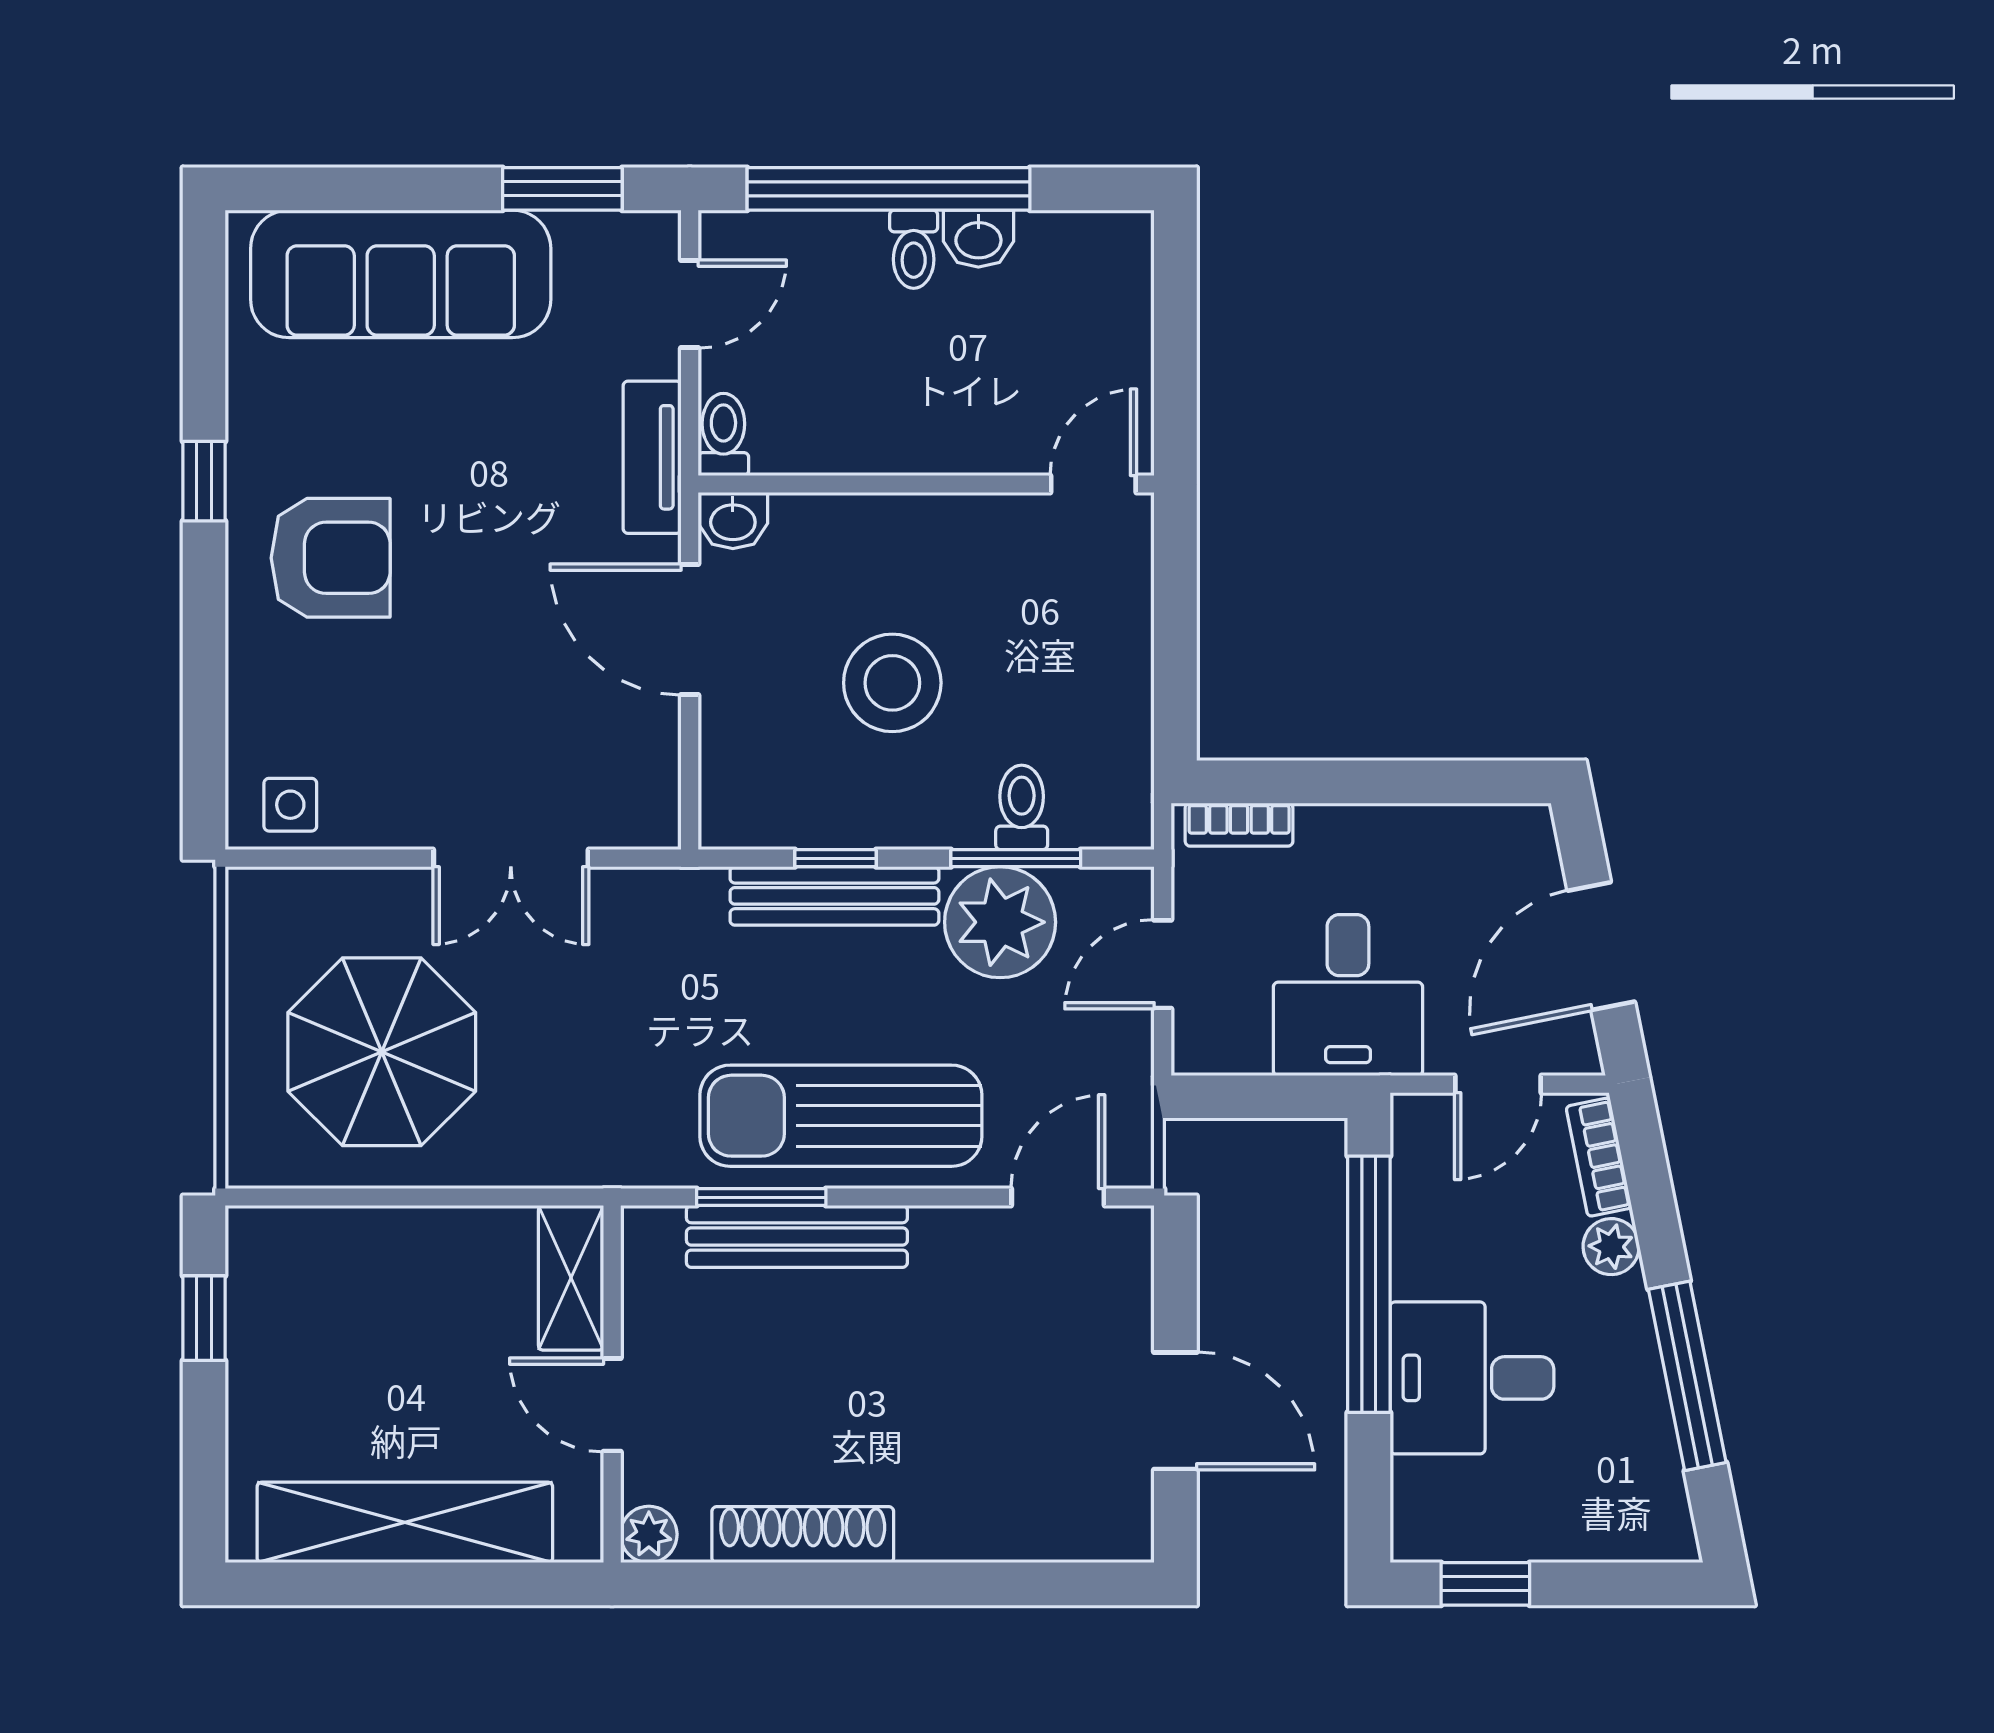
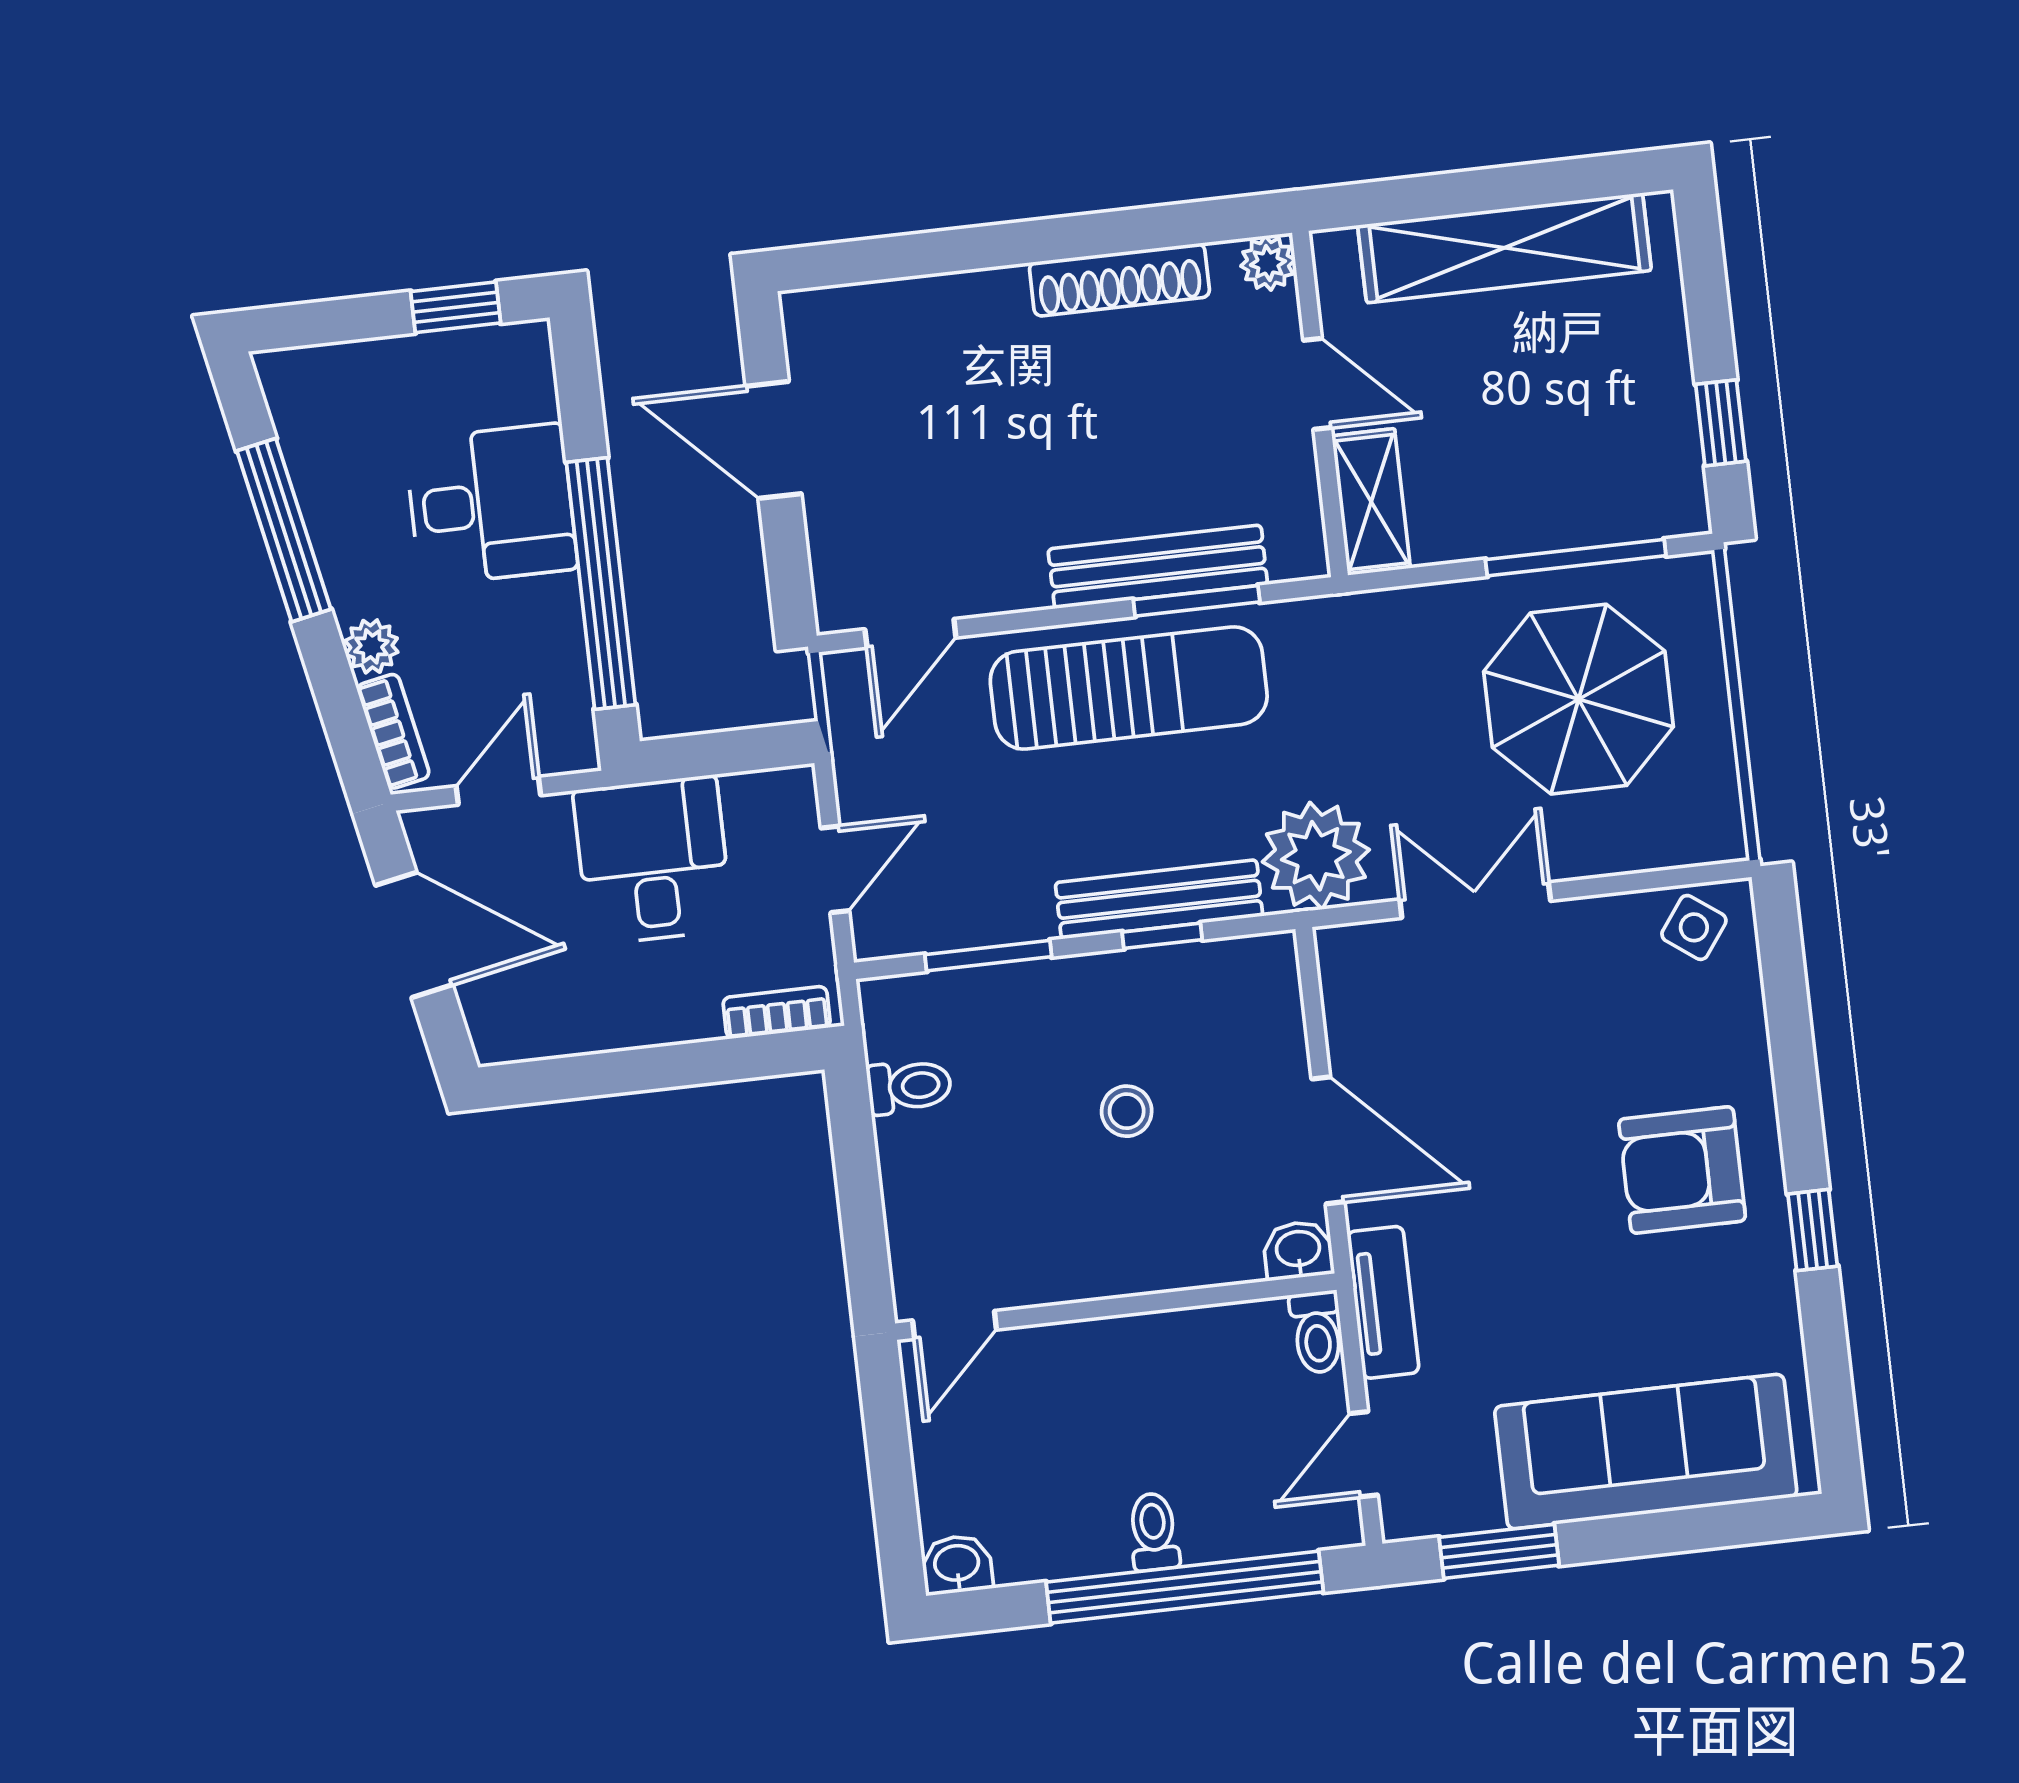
washbasin: (978, 239) -> (957, 1565), moved
stool: (892, 683) -> (1127, 1111), width x0.53, depth x0.53
side table: (290, 805) -> (1694, 927), turned 36
toilet: (1022, 807) -> (909, 1086), moved, turned -90
plant: (1000, 922) -> (1316, 856), moved
door: (1601, 946) -> (414, 935), hinge flipped
window: (368, 1197) -> (1576, 558), added

